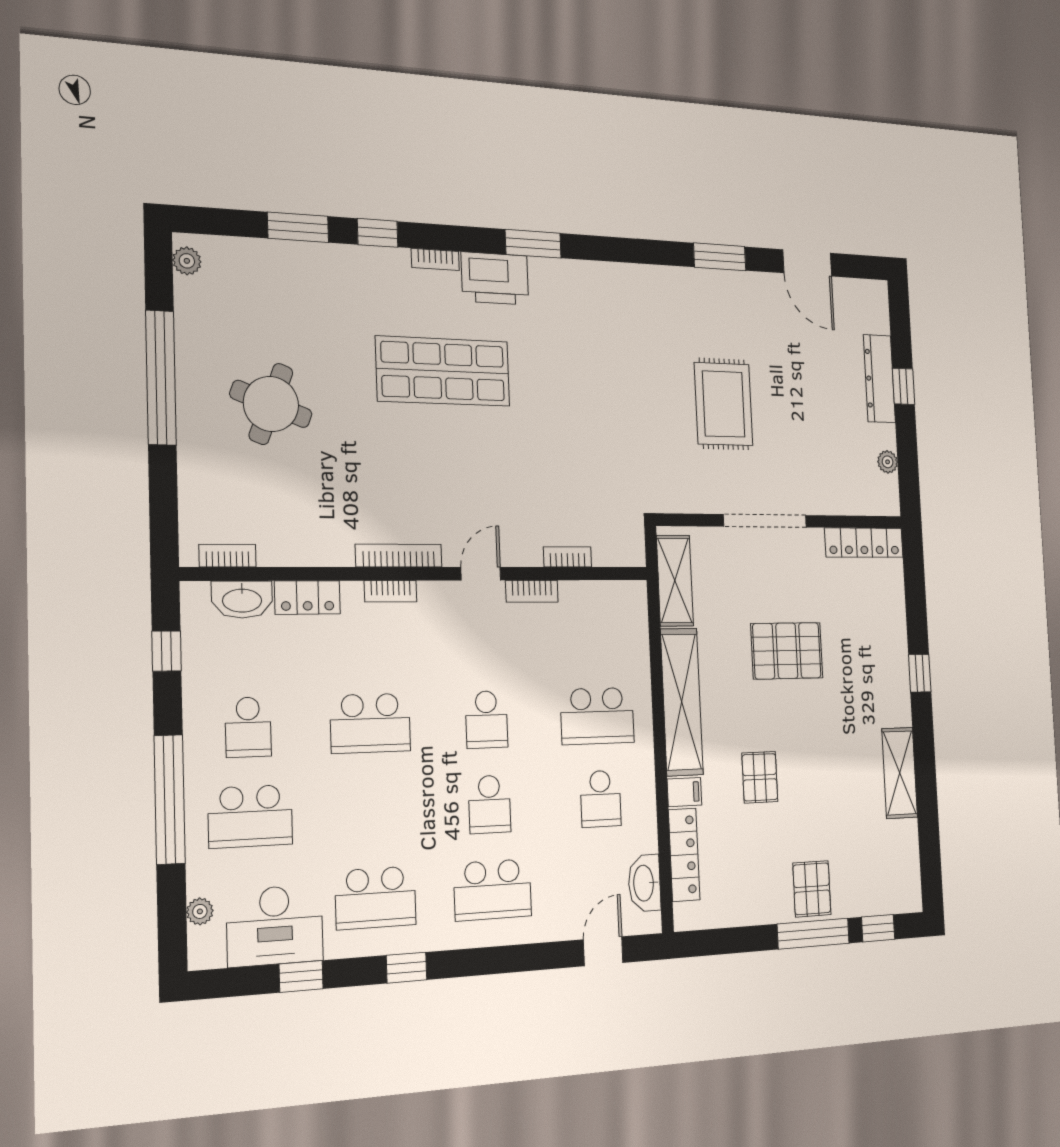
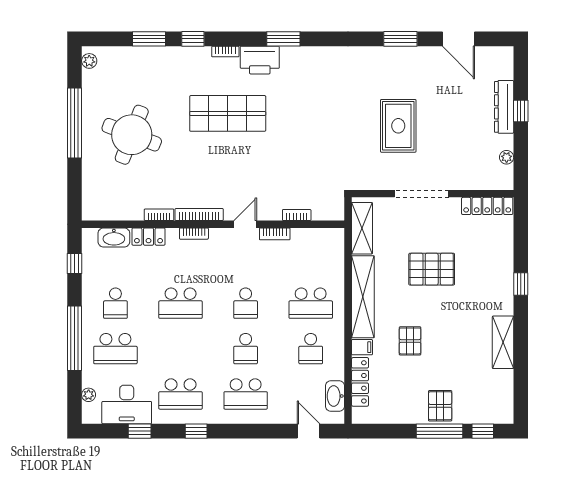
round table: (271, 404) -> (132, 135), width x1.36, depth x1.36
bookcase: (228, 556) -> (159, 215), moved
door: (603, 951) -> (308, 431), hinge flipped

